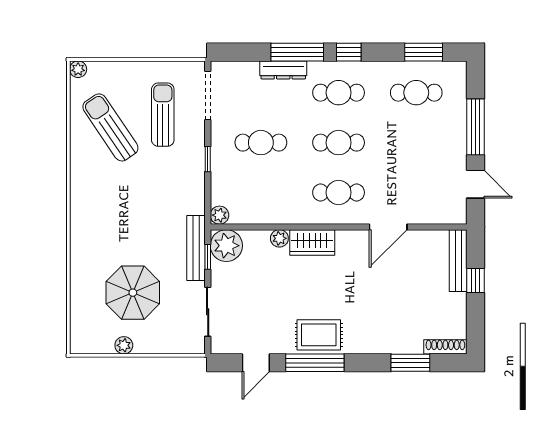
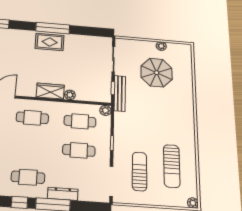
sun lounger: (163, 115) -> (139, 171), turned 180
sun lounger: (110, 127) -> (172, 166), turned 34
cafe table: (339, 143) -> (80, 121), moved
plant: (226, 246) -> (102, 93), removed
door: (256, 363) -> (86, 31), removed

